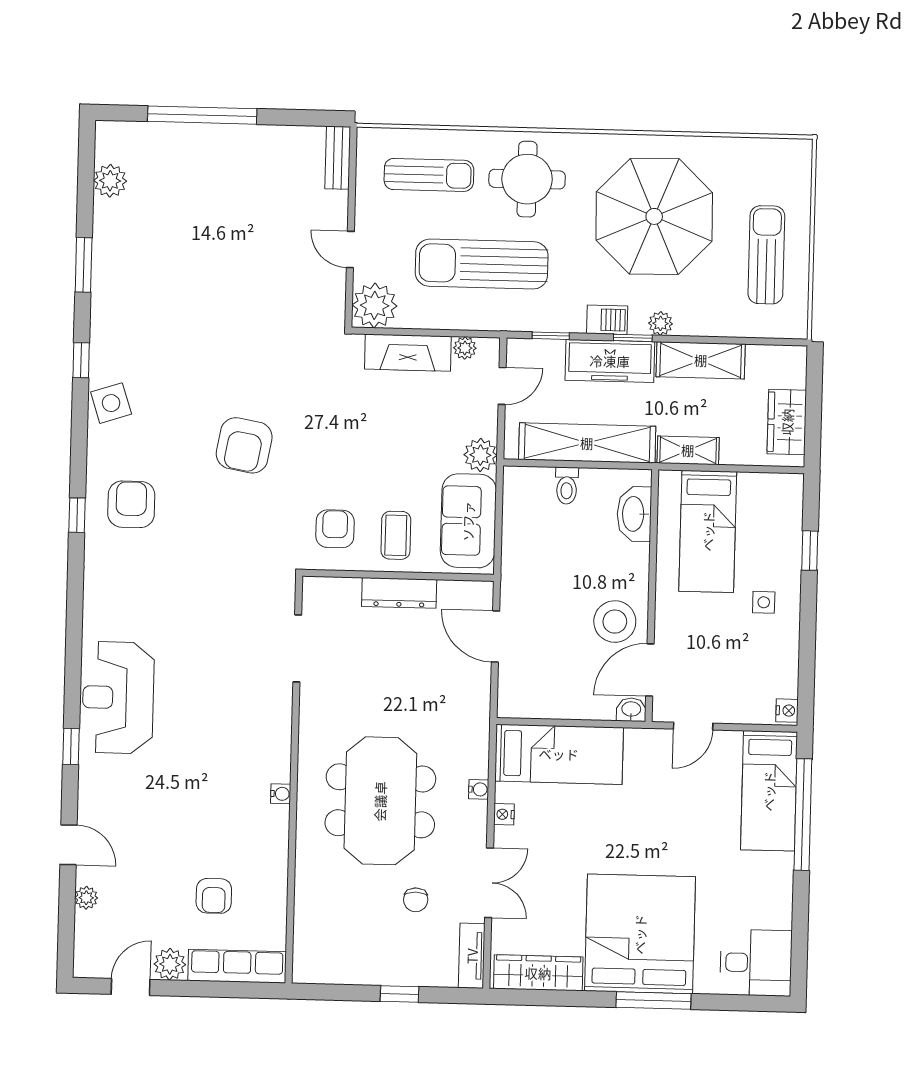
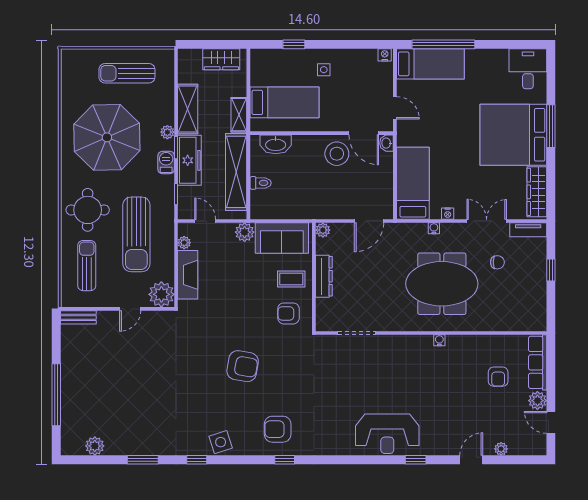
plant: (481, 593) -> (323, 230), added
door: (496, 636) -> (369, 221), moved
armchair: (214, 896) -> (498, 377), turned 90

